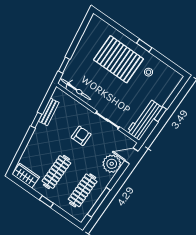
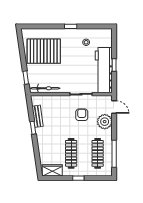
pallet: (118, 59) -> (44, 51), moved
workbench: (144, 120) -> (104, 70), width x1.36, depth x1.32
armchair: (81, 136) -> (82, 115), moved
door: (131, 156) -> (114, 107), swing flipped

